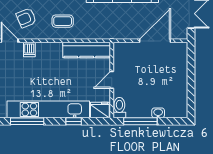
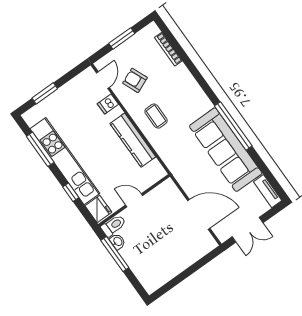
kitchen counter: (87, 50) -> (133, 140), moved
washbasin: (158, 113) -> (118, 242), moved

